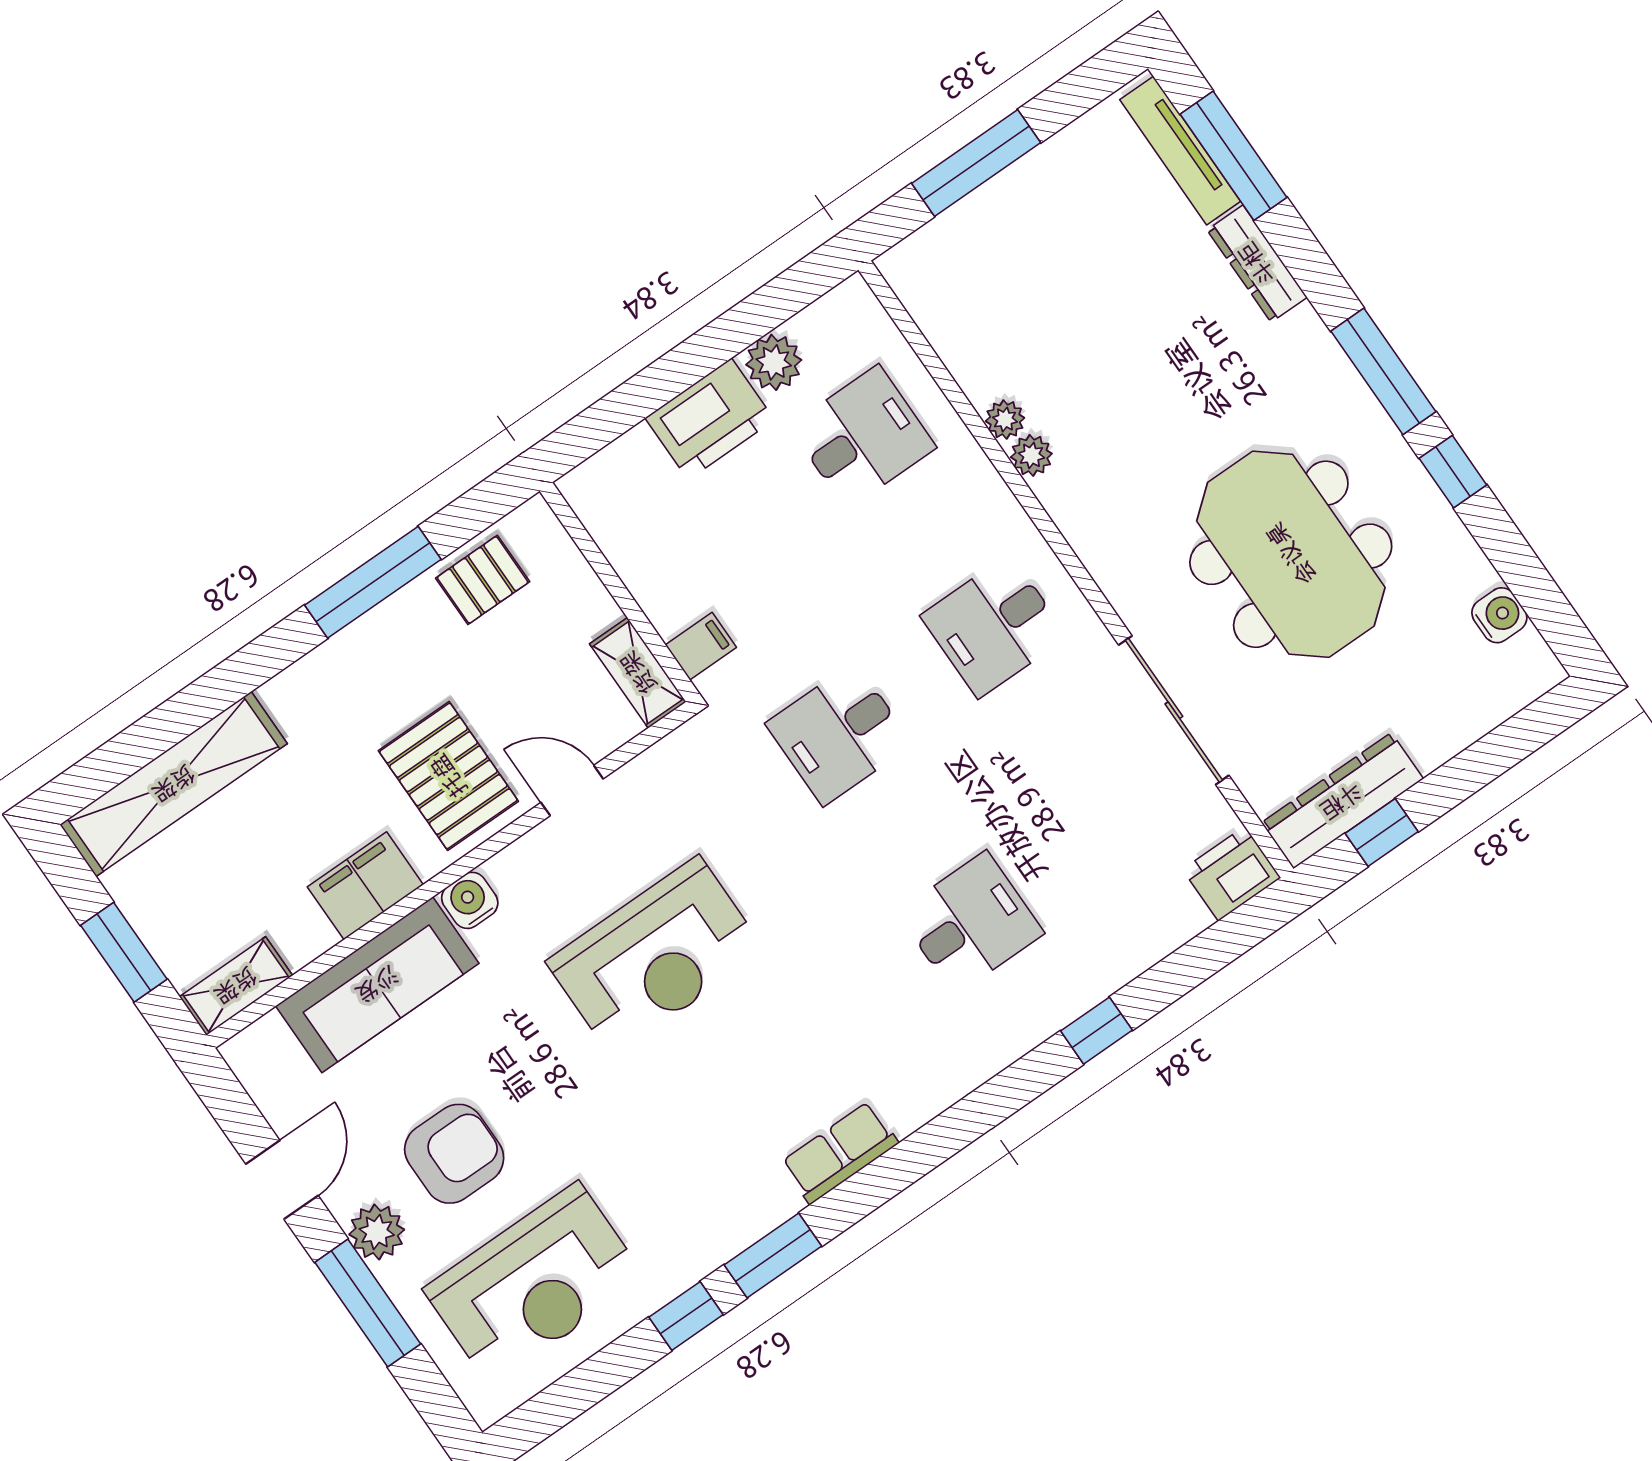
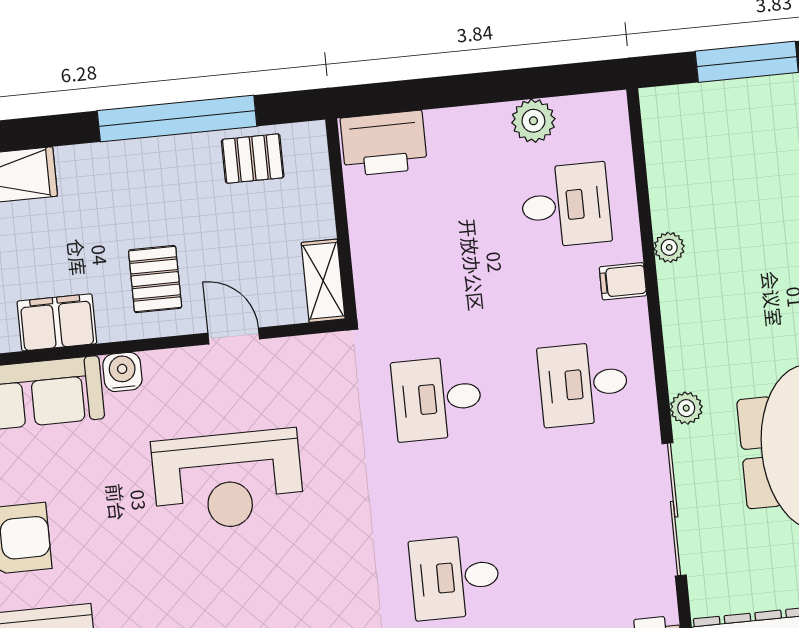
printer: (710, 419) -> (384, 143), moved
plant: (1031, 455) -> (686, 408), moved
window: (373, 582) -> (177, 119), width x1.46
filing cabinet: (701, 646) -> (623, 281), moved, turned 180
pallet: (448, 776) -> (155, 279), width x0.67, depth x0.71
desk: (971, 923) -> (455, 577), turned 180

